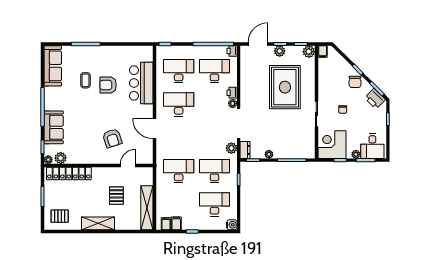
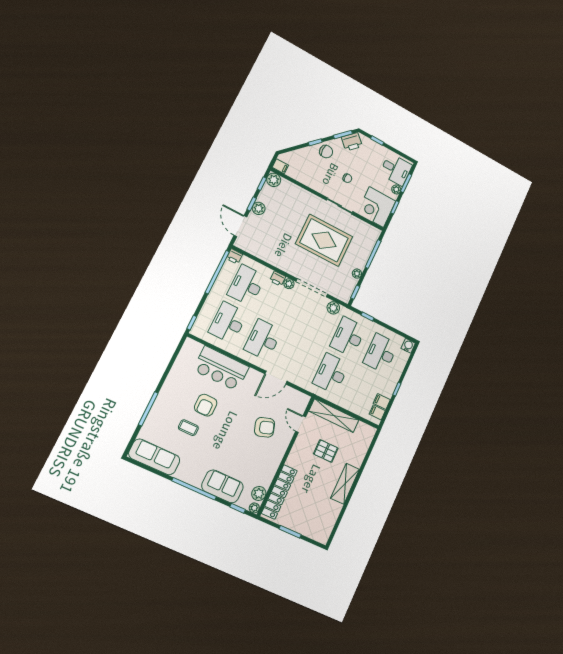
rug: (285, 87) -> (324, 240), moved
dresser: (245, 150) -> (342, 295), removed
shelving: (147, 208) -> (334, 416), moved
pallet: (60, 216) -> (319, 522), removed

